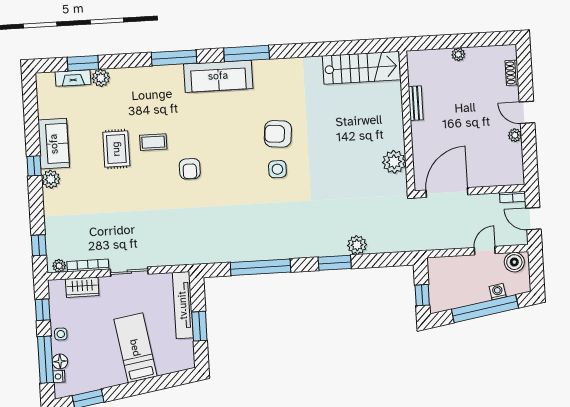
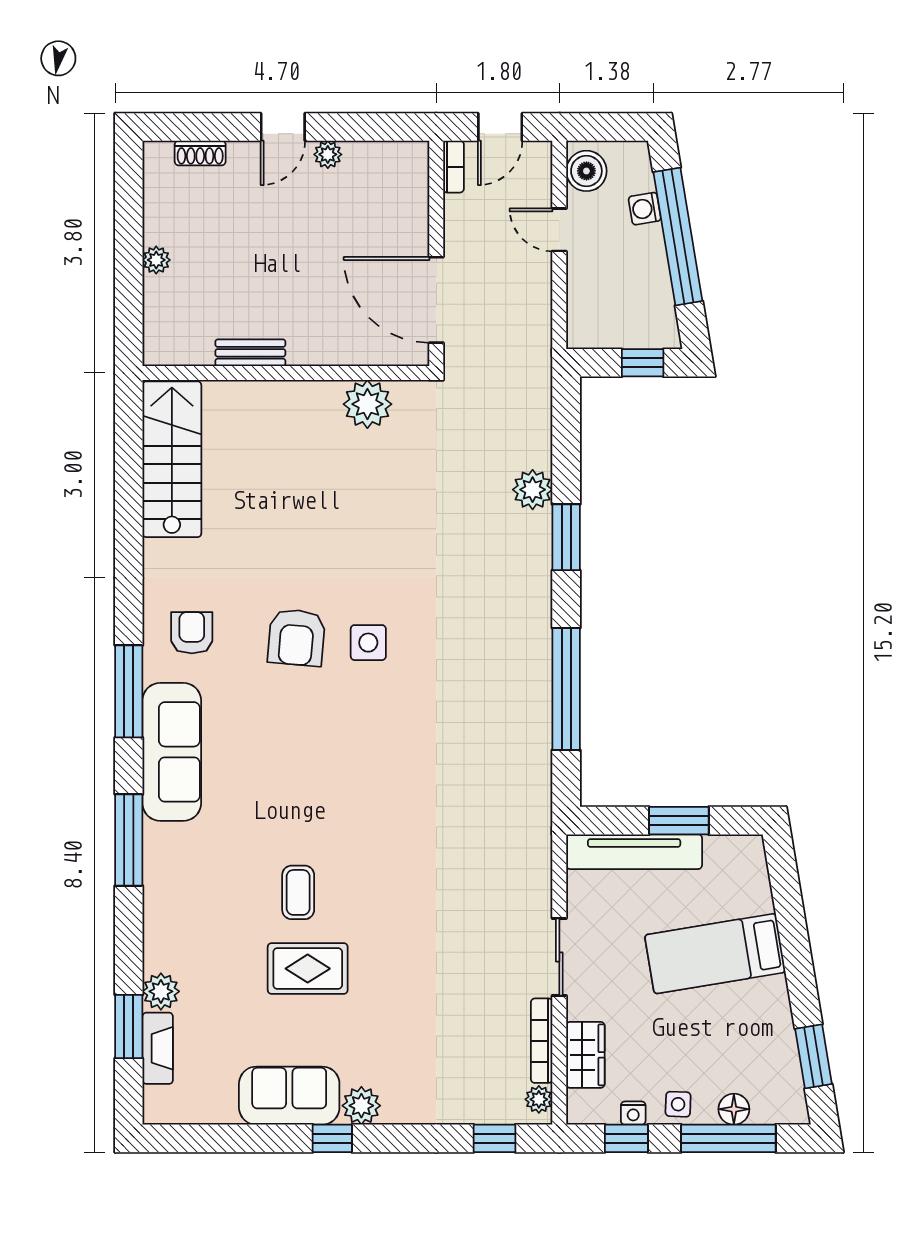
armchair: (190, 169) -> (192, 633), moved, turned -90
nightstand: (59, 376) -> (633, 1113), moved

